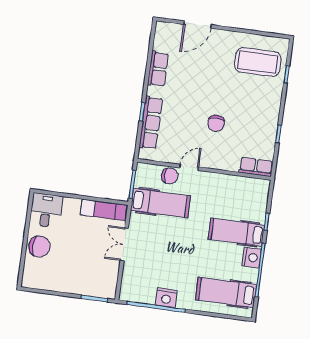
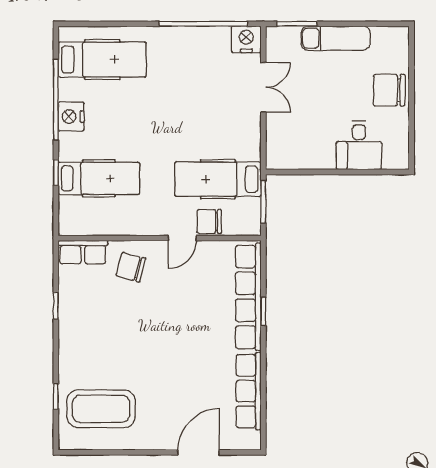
row of seats: (158, 69) -> (249, 391), width x1.48
row of seats: (151, 123) -> (248, 297), width x1.36
chair: (216, 123) -> (131, 267), moved, turned -75
desk: (46, 210) -> (359, 145), moved
exam couch: (104, 210) -> (336, 38), moved, turned 180
hospital bed: (236, 232) -> (99, 178), moved
double door: (124, 244) -> (263, 87), moved
nightstand: (166, 298) -> (246, 39), moved

